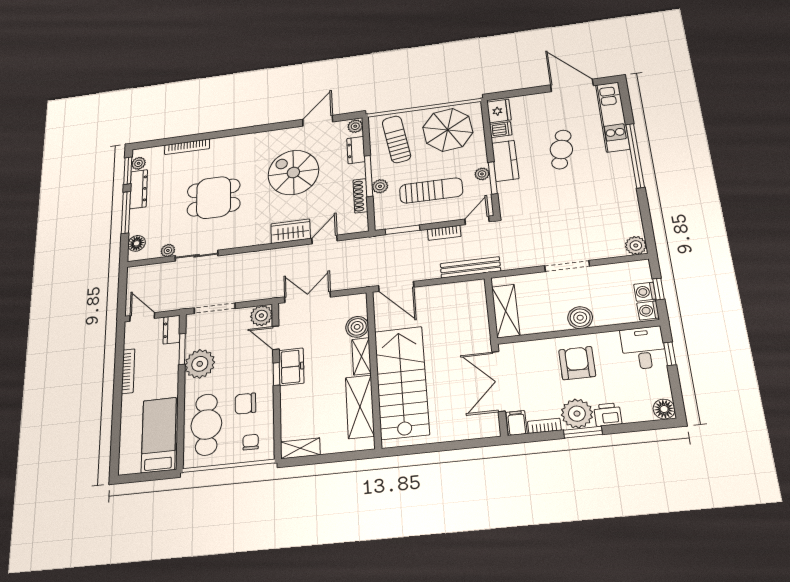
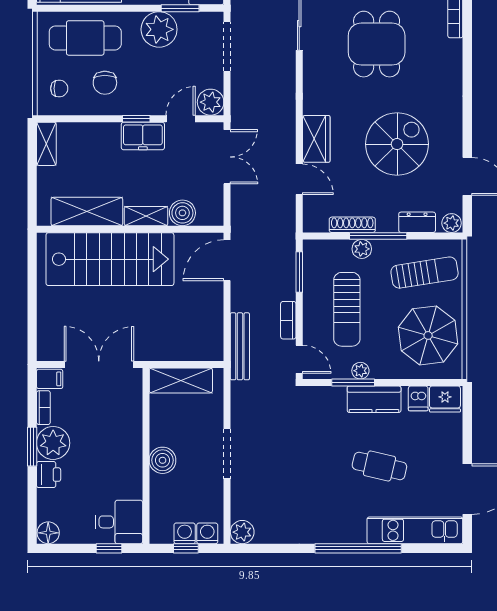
washing machine: (648, 310) -> (207, 533), moved
armchair: (577, 363) -> (110, 450), removed
chair: (245, 404) -> (105, 83), turned 180

